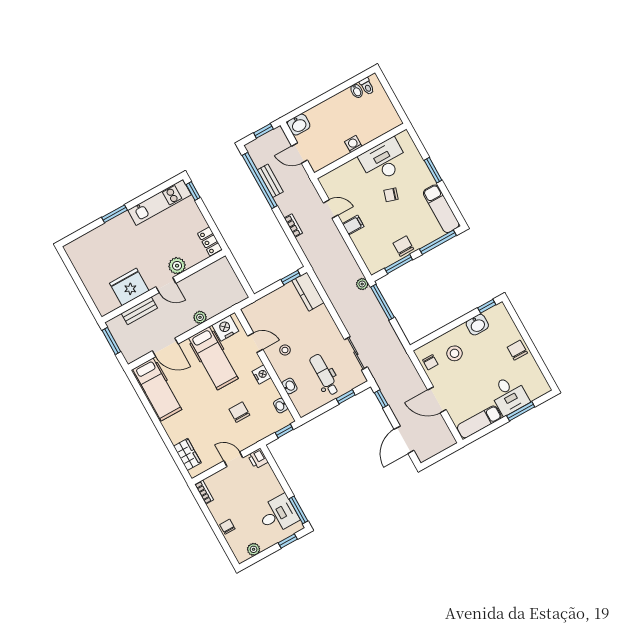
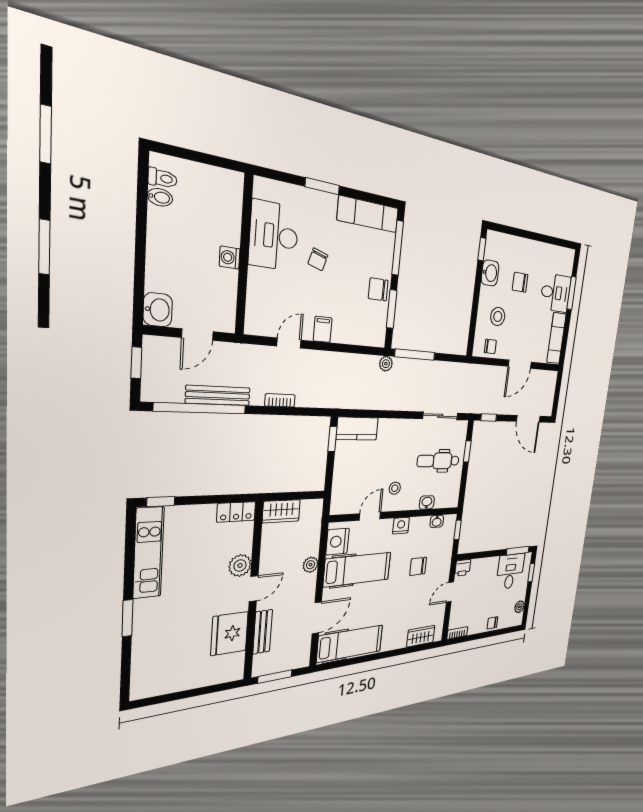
bench: (270, 181) -> (218, 395), width x1.36
wardrobe: (225, 272) -> (281, 511), added
chair: (517, 350) -> (520, 282), moved

